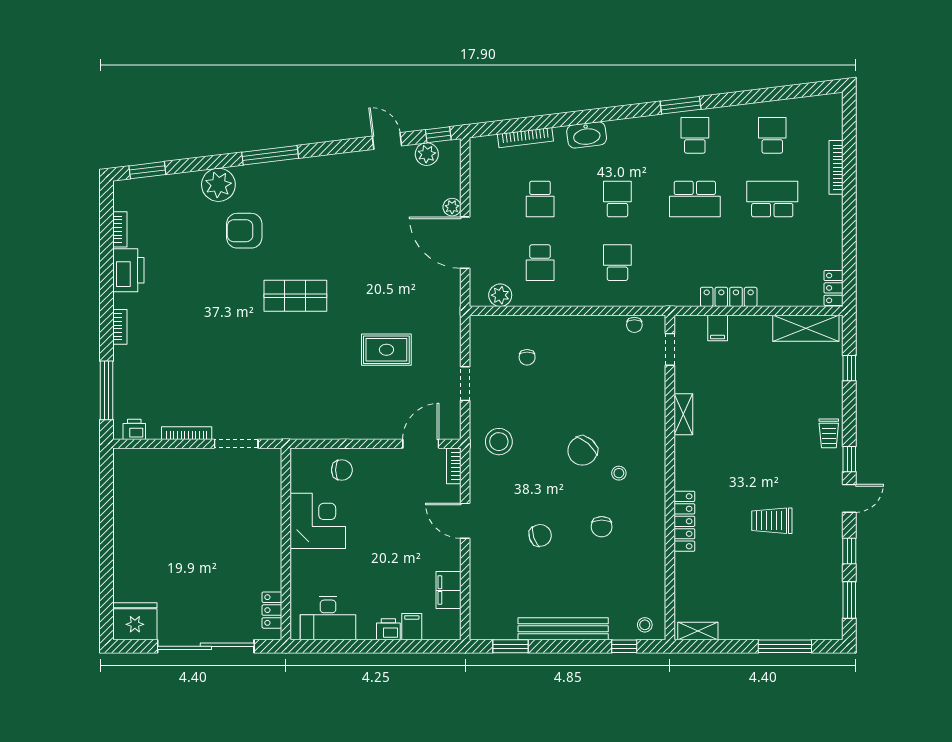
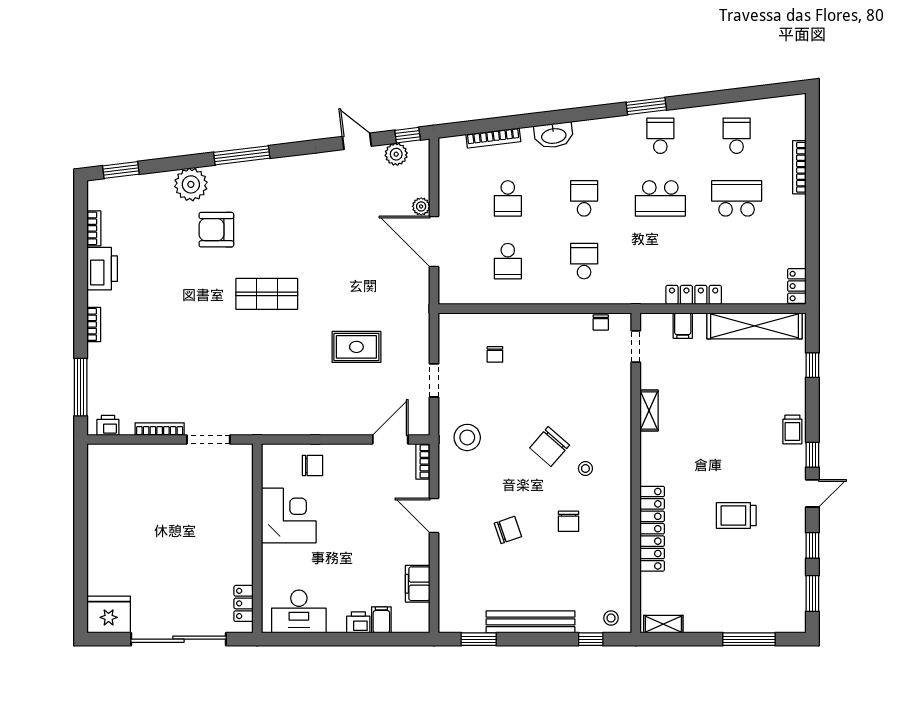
plant: (500, 295) -> (469, 293), removed
shelving: (806, 328) -> (754, 326), width x1.47
locker: (684, 521) -> (652, 529), width x1.41, depth x1.21

